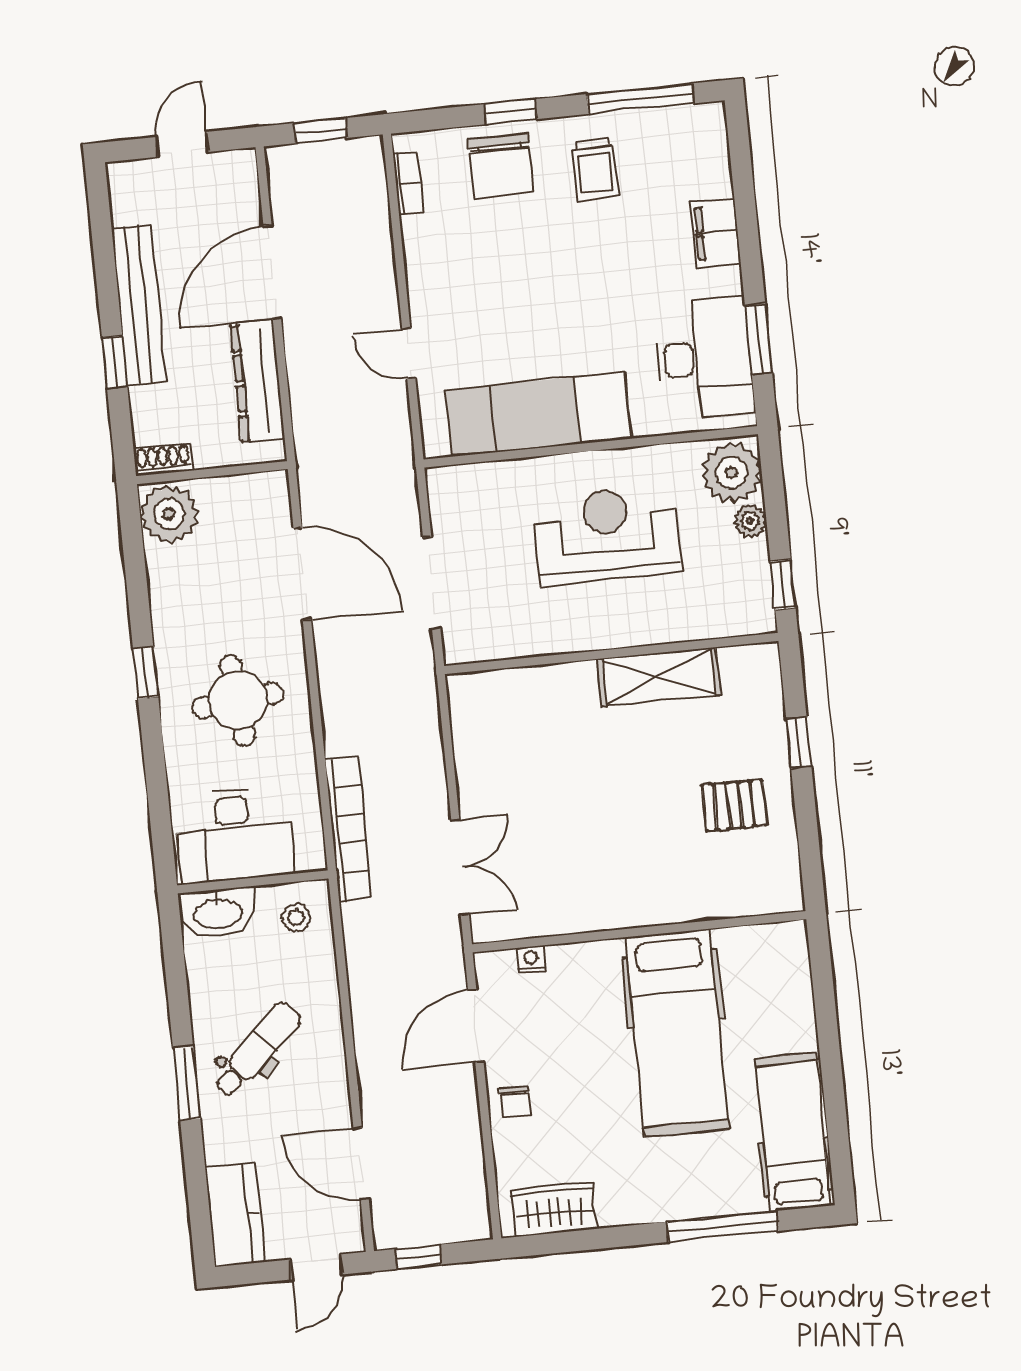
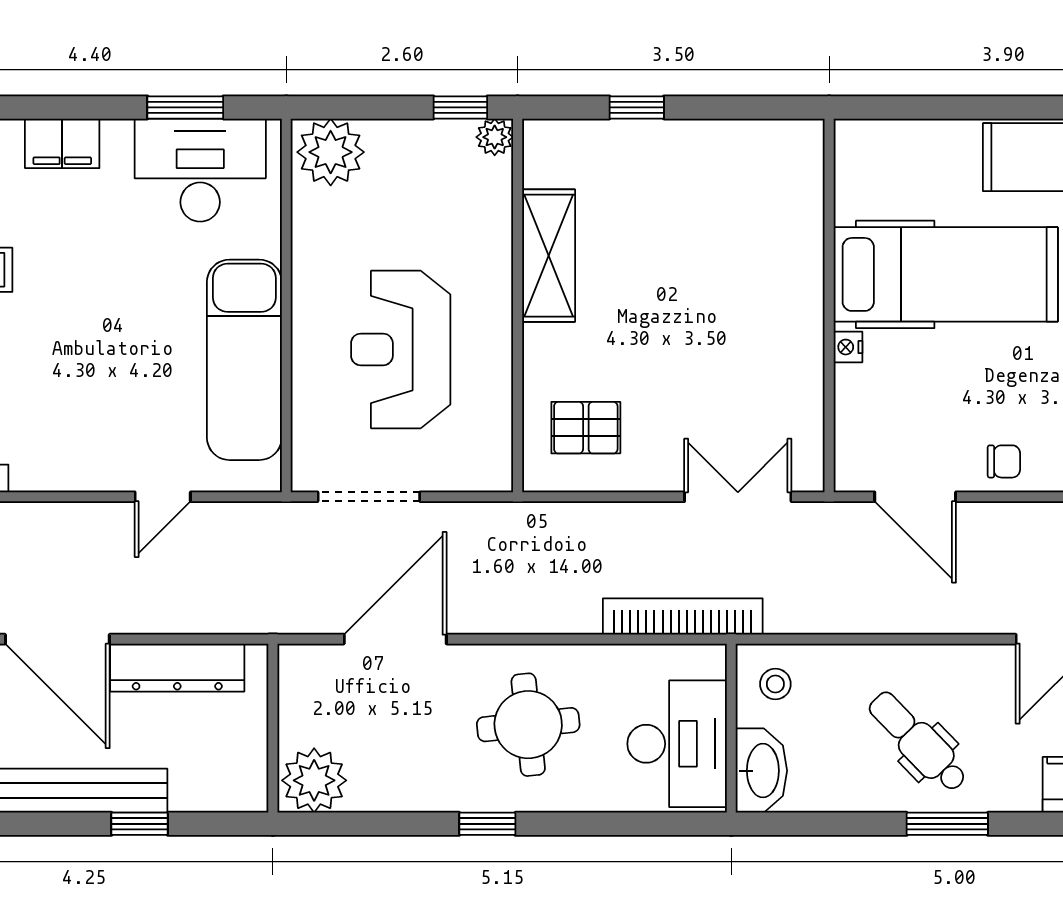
shoe rack: (163, 460) -> (253, 781), removed
plant: (750, 521) -> (495, 137), moved
reception desk: (607, 535) -> (401, 349), moved
doorway: (432, 583) -> (369, 497), moved
pallet: (734, 805) -> (586, 428), moved, turned 90
nightstand: (531, 960) -> (848, 347), moved

